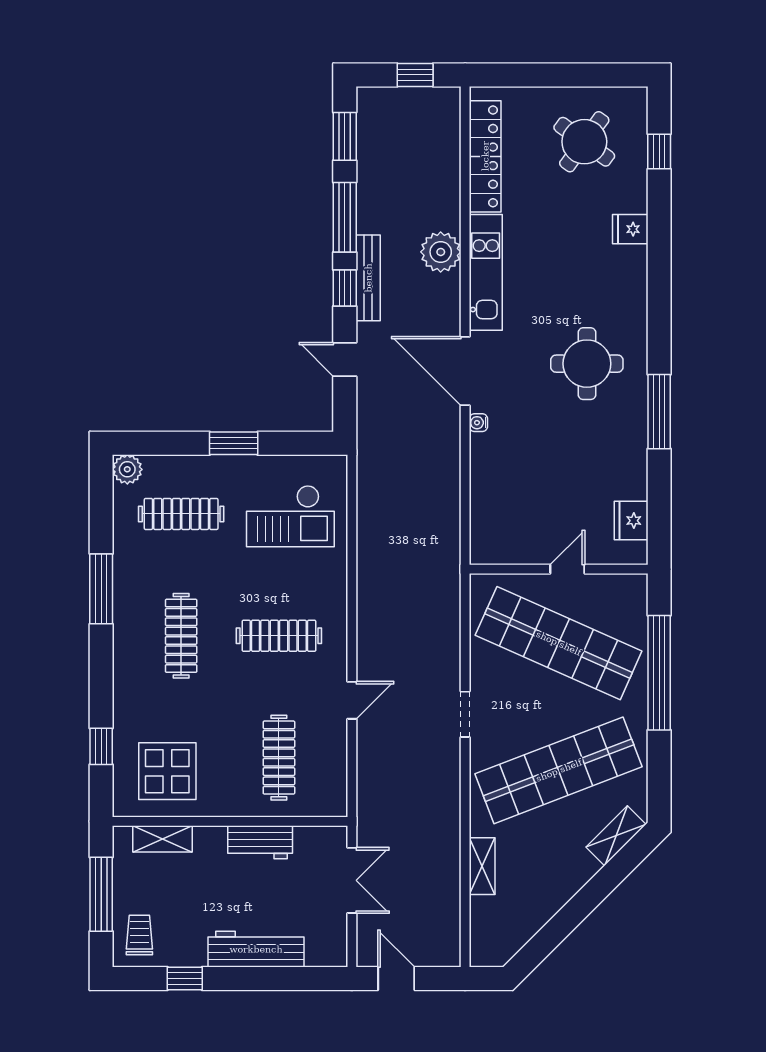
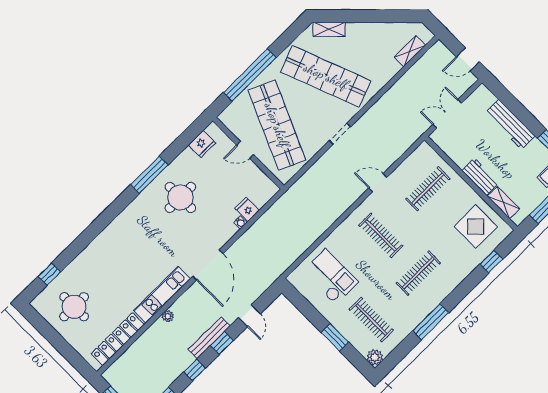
round table: (584, 142) -> (74, 307), turned -36
window: (345, 217) -> (195, 370), width x0.46
fridge: (630, 229) -> (247, 209), moved, turned 180
plant: (441, 252) -> (168, 316), width x0.53, depth x0.53
round table: (587, 364) -> (180, 197), moved
water cooler: (478, 423) -> (240, 222), moved
window: (234, 443) -> (335, 337), moved
workbench: (260, 842) -> (480, 177), moved
shelving: (482, 866) -> (410, 51), moved
door: (396, 978) -> (468, 59), hinge flipped

